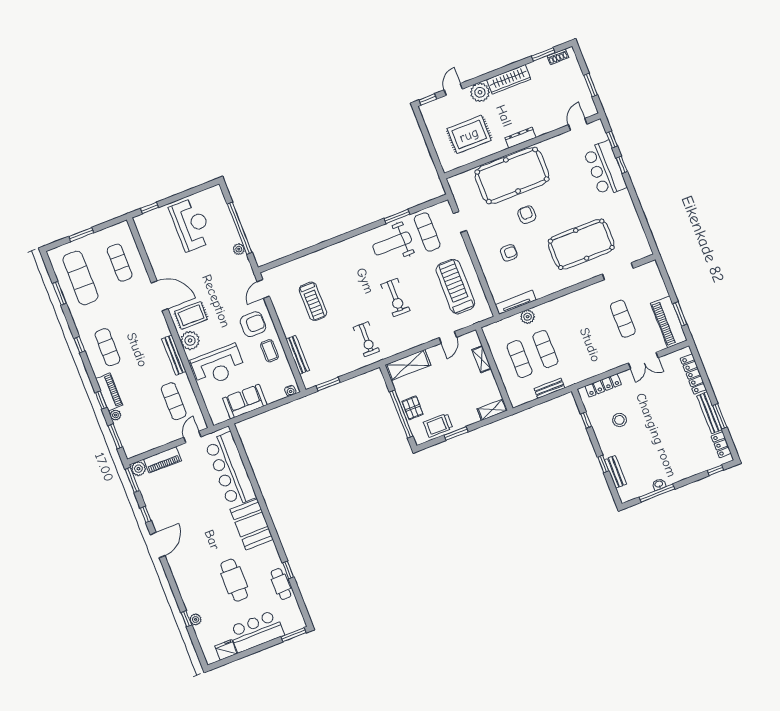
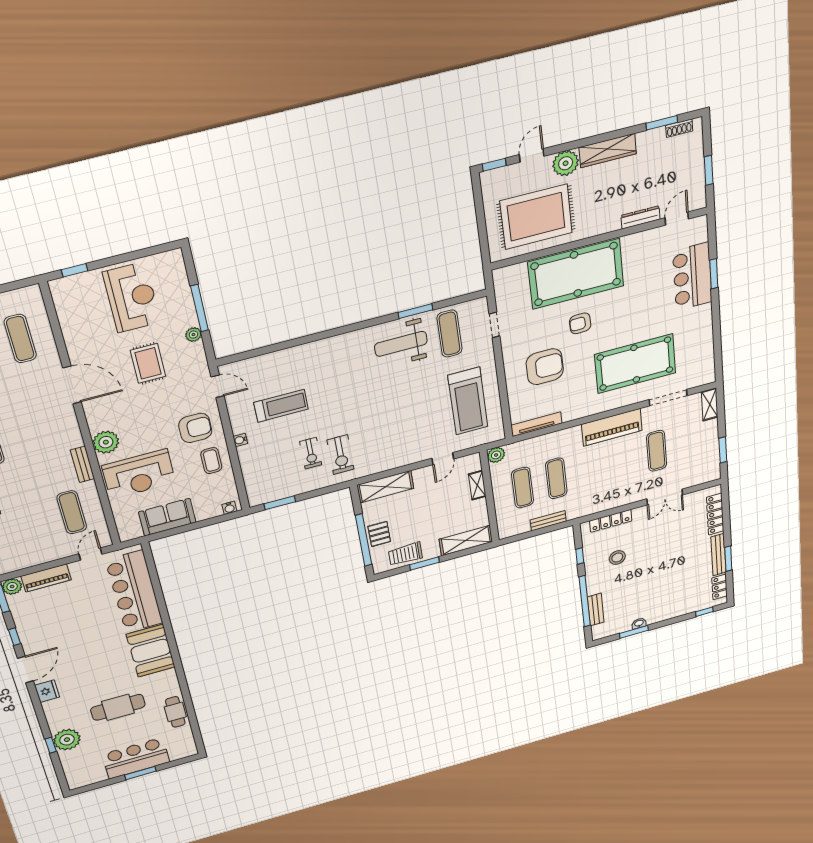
rug: (469, 135) -> (536, 217), width x1.37, depth x1.44
dresser: (521, 138) -> (641, 217), moved
window: (612, 139) -> (712, 242), removed
window: (622, 165) -> (714, 274), width x1.50
armchair: (527, 215) -> (580, 323), turned -92
window: (240, 228) -> (200, 308), width x0.68
armchair: (509, 253) -> (545, 367), width x1.88, depth x1.88
shelving: (655, 274) -> (710, 404), added
treadmill: (455, 287) -> (468, 401), turned 180
door: (263, 289) -> (218, 386), swing flipped
exercise bike: (395, 297) -> (311, 453), moved, width x0.73, depth x0.72
treadmill: (313, 301) -> (281, 406), turned -90
rug: (191, 315) -> (148, 363), moved, turned 90
plant: (528, 317) -> (496, 455), moved
piano: (669, 322) -> (612, 427), moved, turned -90
water cooler: (288, 332) -> (240, 440), added
bench: (174, 355) -> (82, 464), width x0.73
bench: (298, 355) -> (247, 467), removed
shelving: (492, 410) -> (466, 541), width x1.50, depth x1.33
window: (603, 464) -> (585, 601), width x3.17
window: (657, 493) -> (634, 632), width x0.69
window: (288, 570) -> (187, 698), removed
cafe table: (234, 580) -> (118, 707), turned 90
plant: (196, 619) -> (67, 740), width x1.87, depth x1.87
window: (294, 635) -> (140, 773), moved
fridge: (226, 650) -> (47, 691), moved, turned 90

